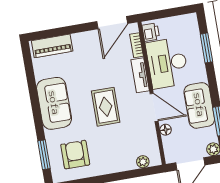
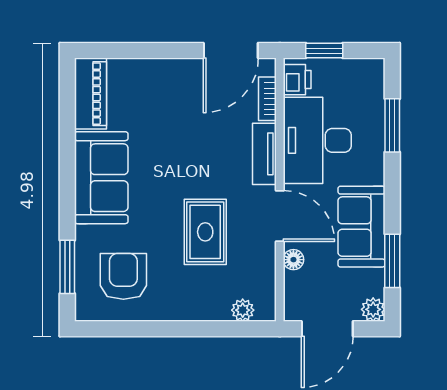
window: (163, 14) -> (324, 51), added
piano: (52, 46) -> (91, 94), moved, turned -90
rug: (106, 107) -> (205, 232), moved

